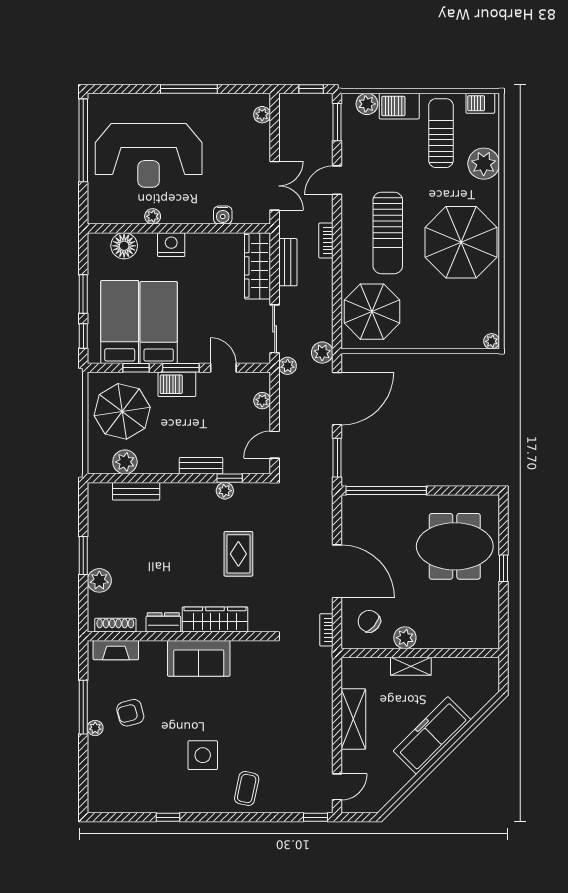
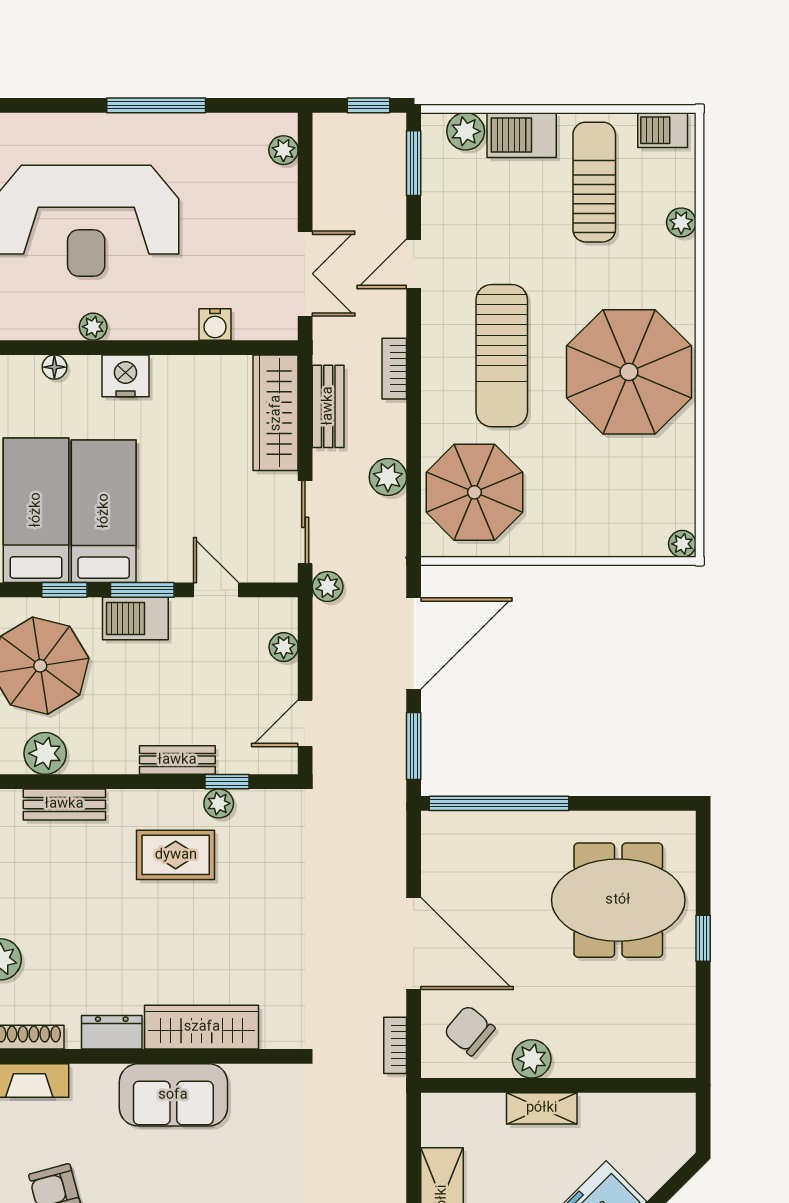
plant: (484, 164) -> (681, 222), width x0.53, depth x0.53
floor lamp: (124, 246) -> (54, 367), width x0.53, depth x0.53
plant: (322, 353) -> (388, 477), moved
rug: (238, 554) -> (176, 855), moved, turned 90

